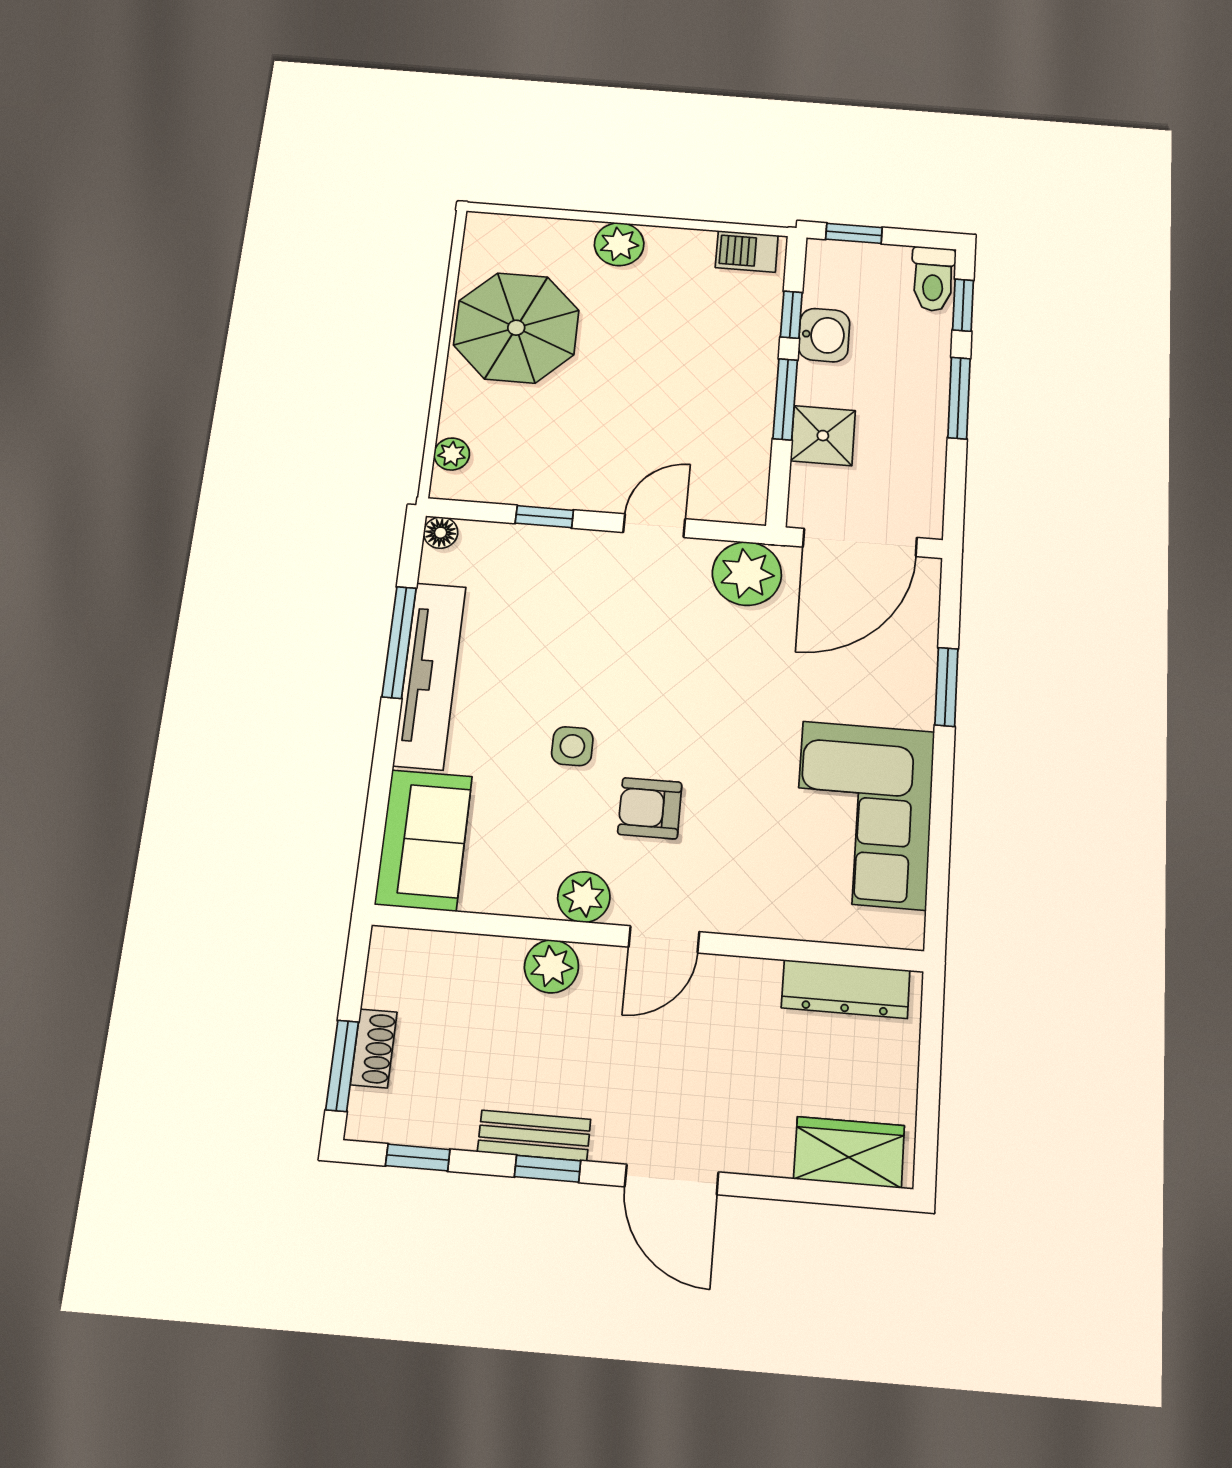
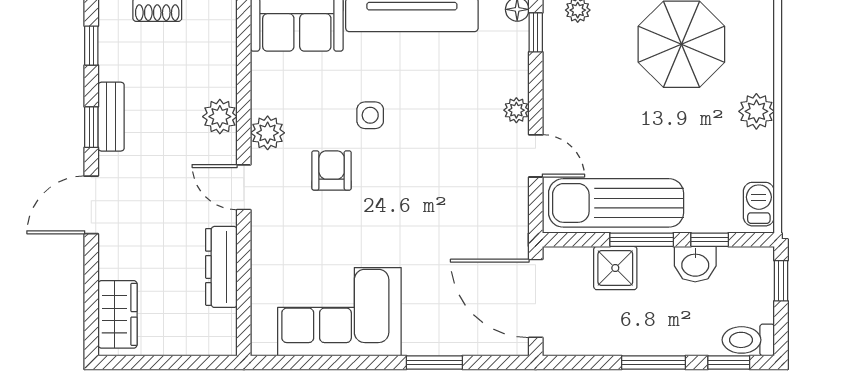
sun lounger: (731, 427) -> (616, 203), added
window: (544, 517) -> (536, 32), moved
plant: (747, 574) -> (516, 110), moved, width x0.53, depth x0.53
dresser: (846, 989) -> (221, 267), moved

